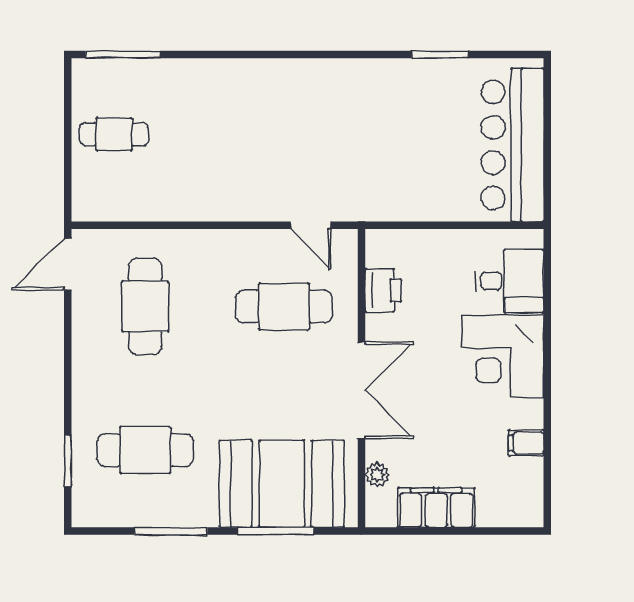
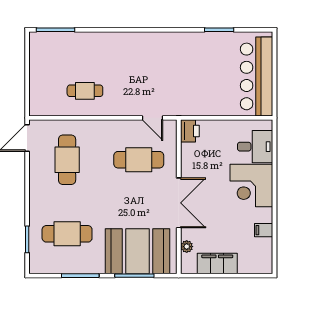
cafe table: (114, 134) -> (85, 91), moved
printer: (383, 290) -> (190, 131), moved

